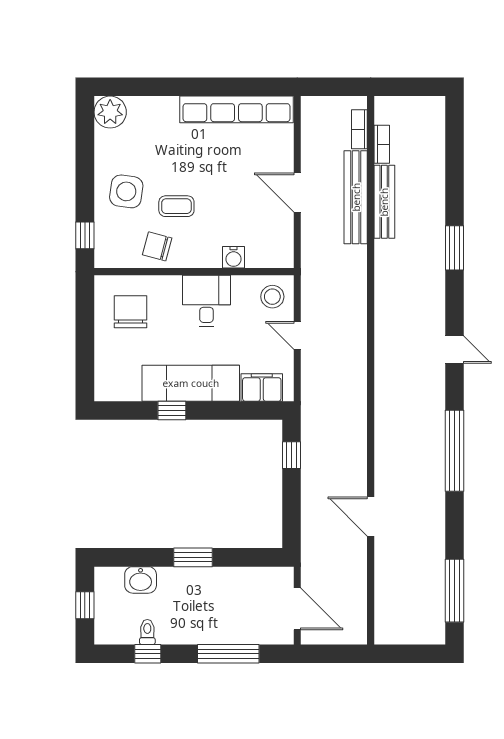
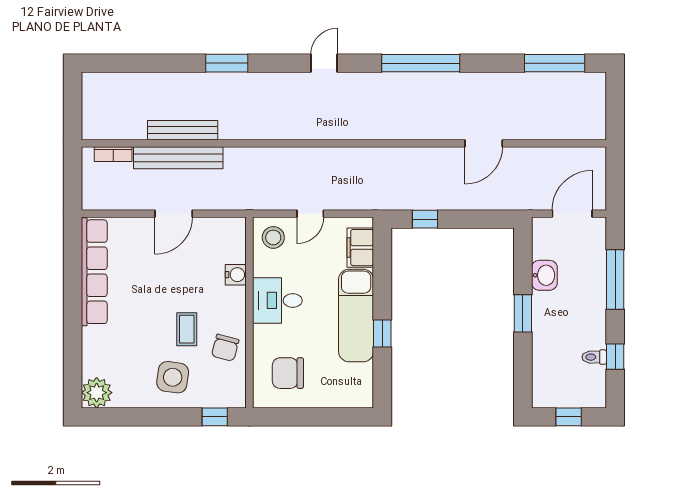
bookcase: (382, 144) -> (128, 133), removed
washbasin: (141, 580) -> (544, 275), moved

